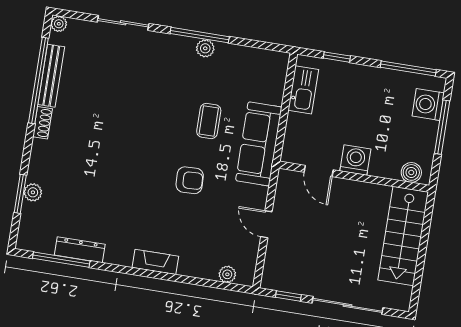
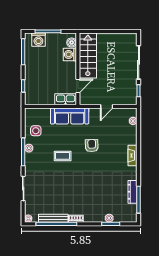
side table: (239, 69) -> (36, 131), added
kitchen sink: (303, 90) -> (66, 99), moved
coffee table: (209, 121) -> (63, 156), moved
washing machine: (355, 160) -> (70, 54), moved
stairs: (403, 236) -> (88, 56), moved, turned -90

